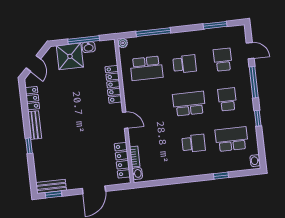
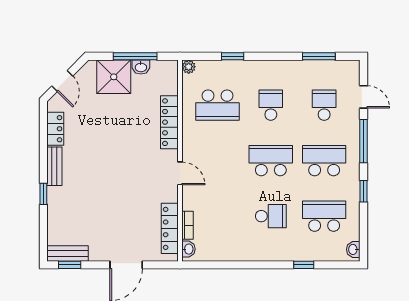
window: (153, 32) -> (233, 56), width x0.46
school desk: (185, 64) -> (271, 105), turned -90
school desk: (227, 99) -> (324, 161), width x1.85

